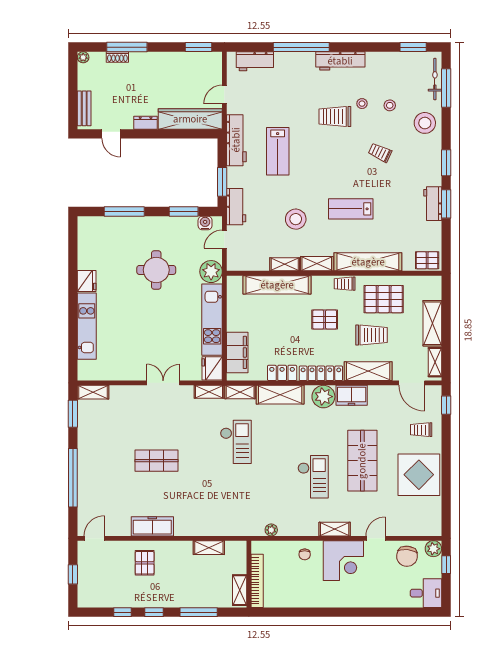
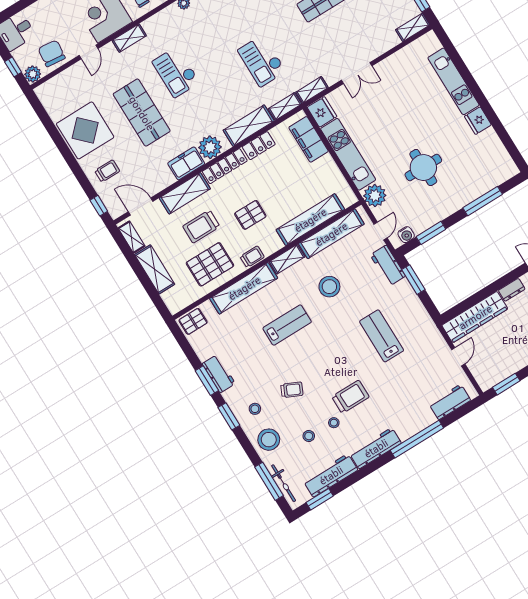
workbench: (236, 140) -> (331, 475), moved, turned 90
stool: (421, 156) -> (255, 409), added
shelving: (285, 264) -> (331, 234), width x2.20, depth x1.33

